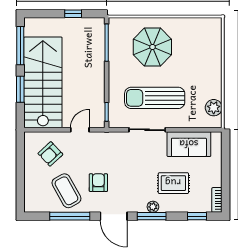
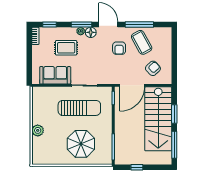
plant: (214, 108) -> (38, 130), moved
door: (80, 130) -> (132, 85), width x1.87
floor lamp: (139, 205) -> (91, 32), added

